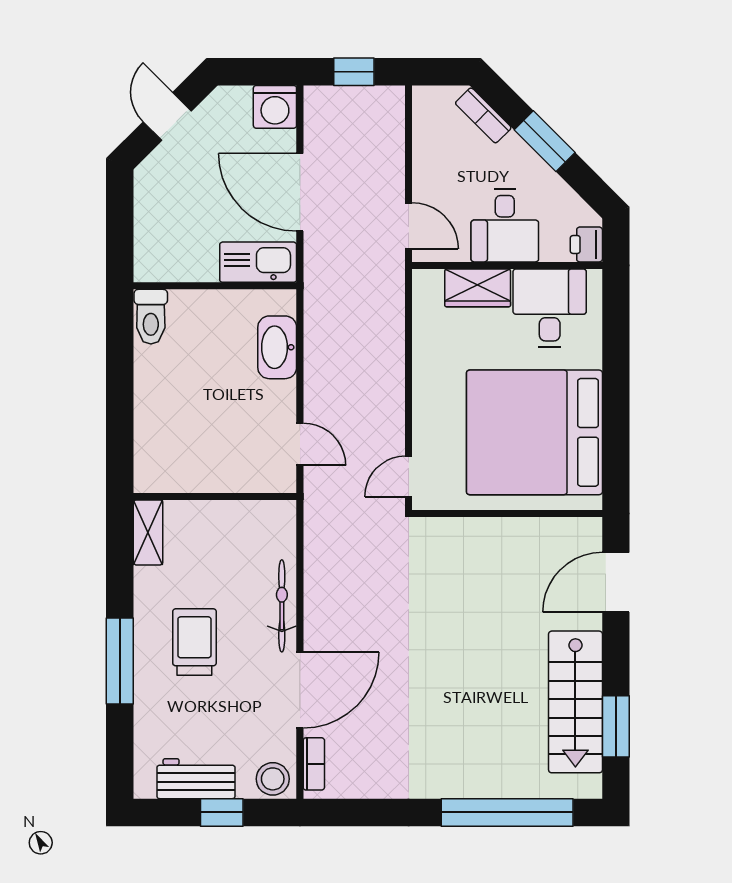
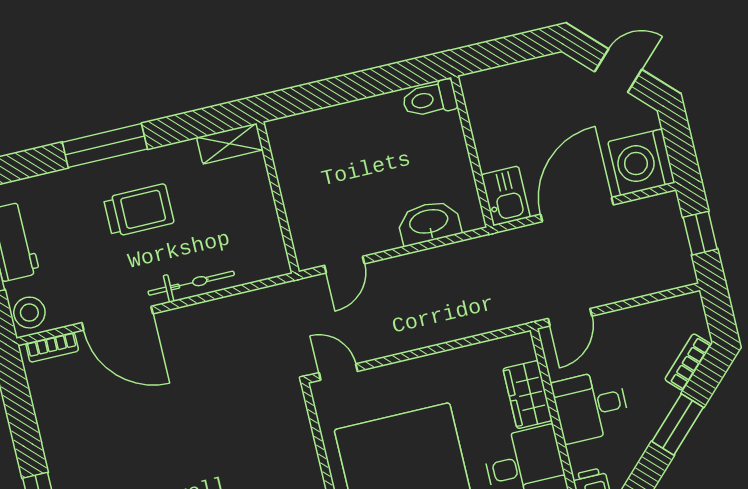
washing machine: (275, 107) -> (641, 162), width x1.37, depth x1.37
kitchen sink: (258, 262) -> (506, 196), width x0.73

